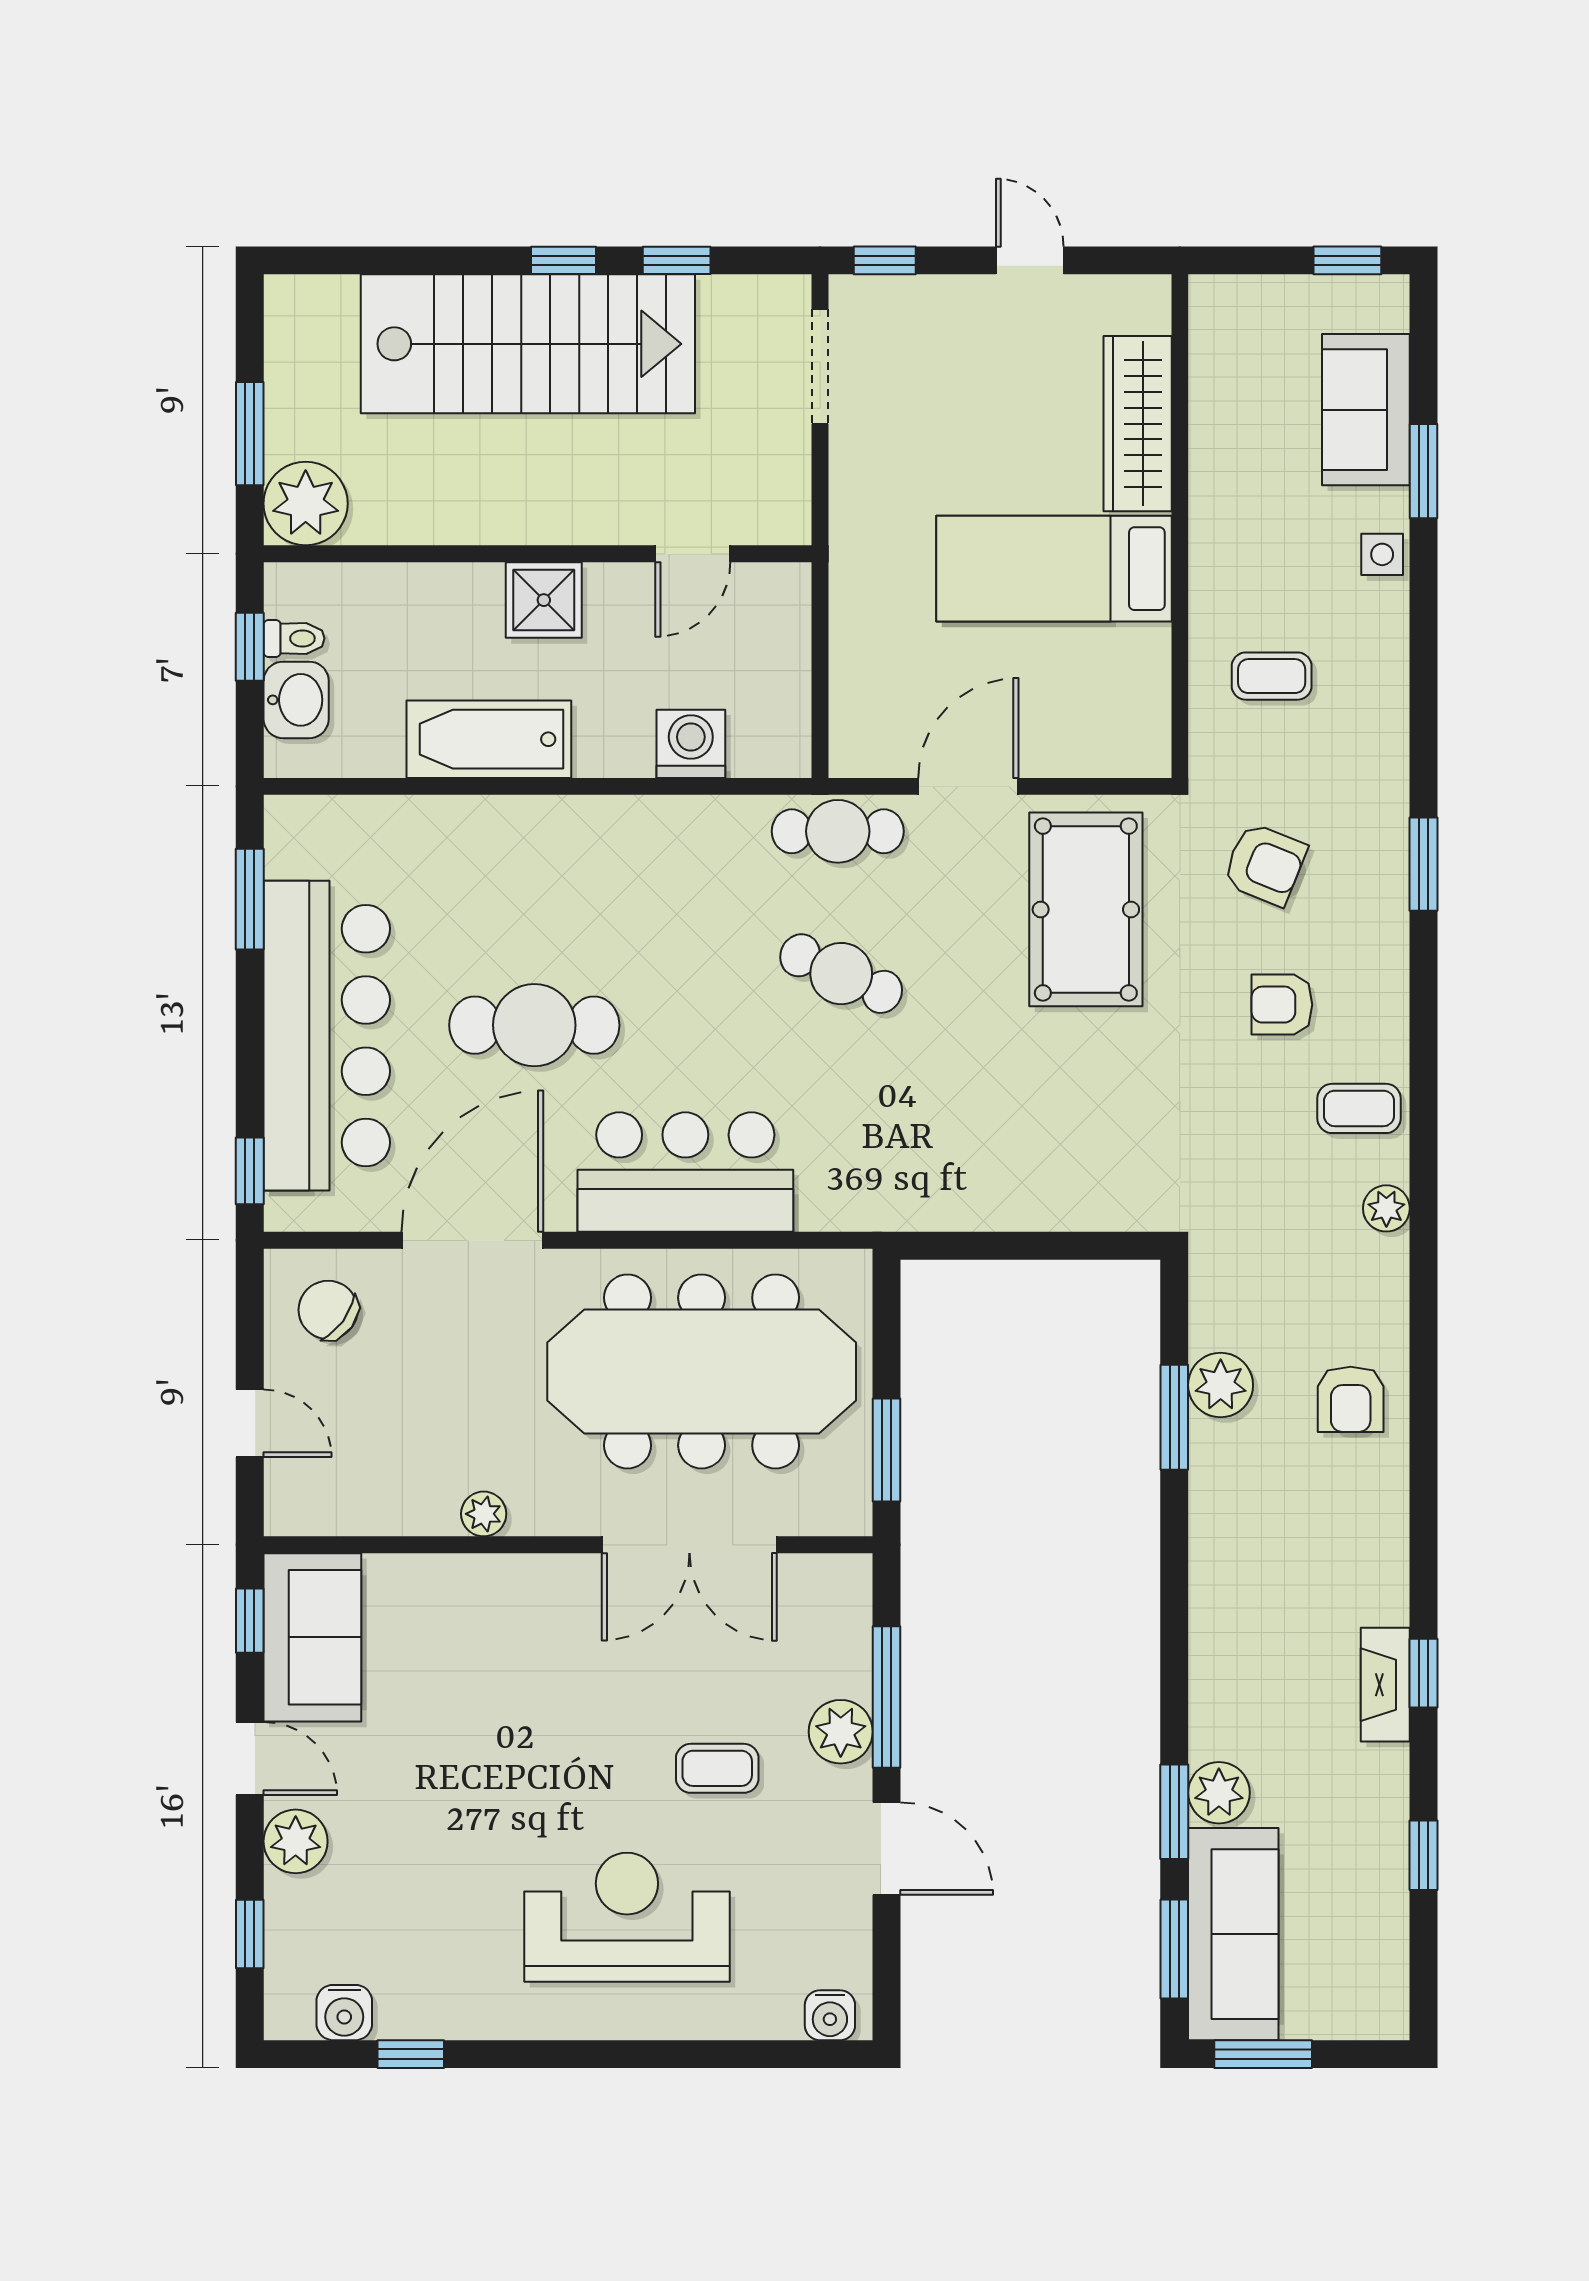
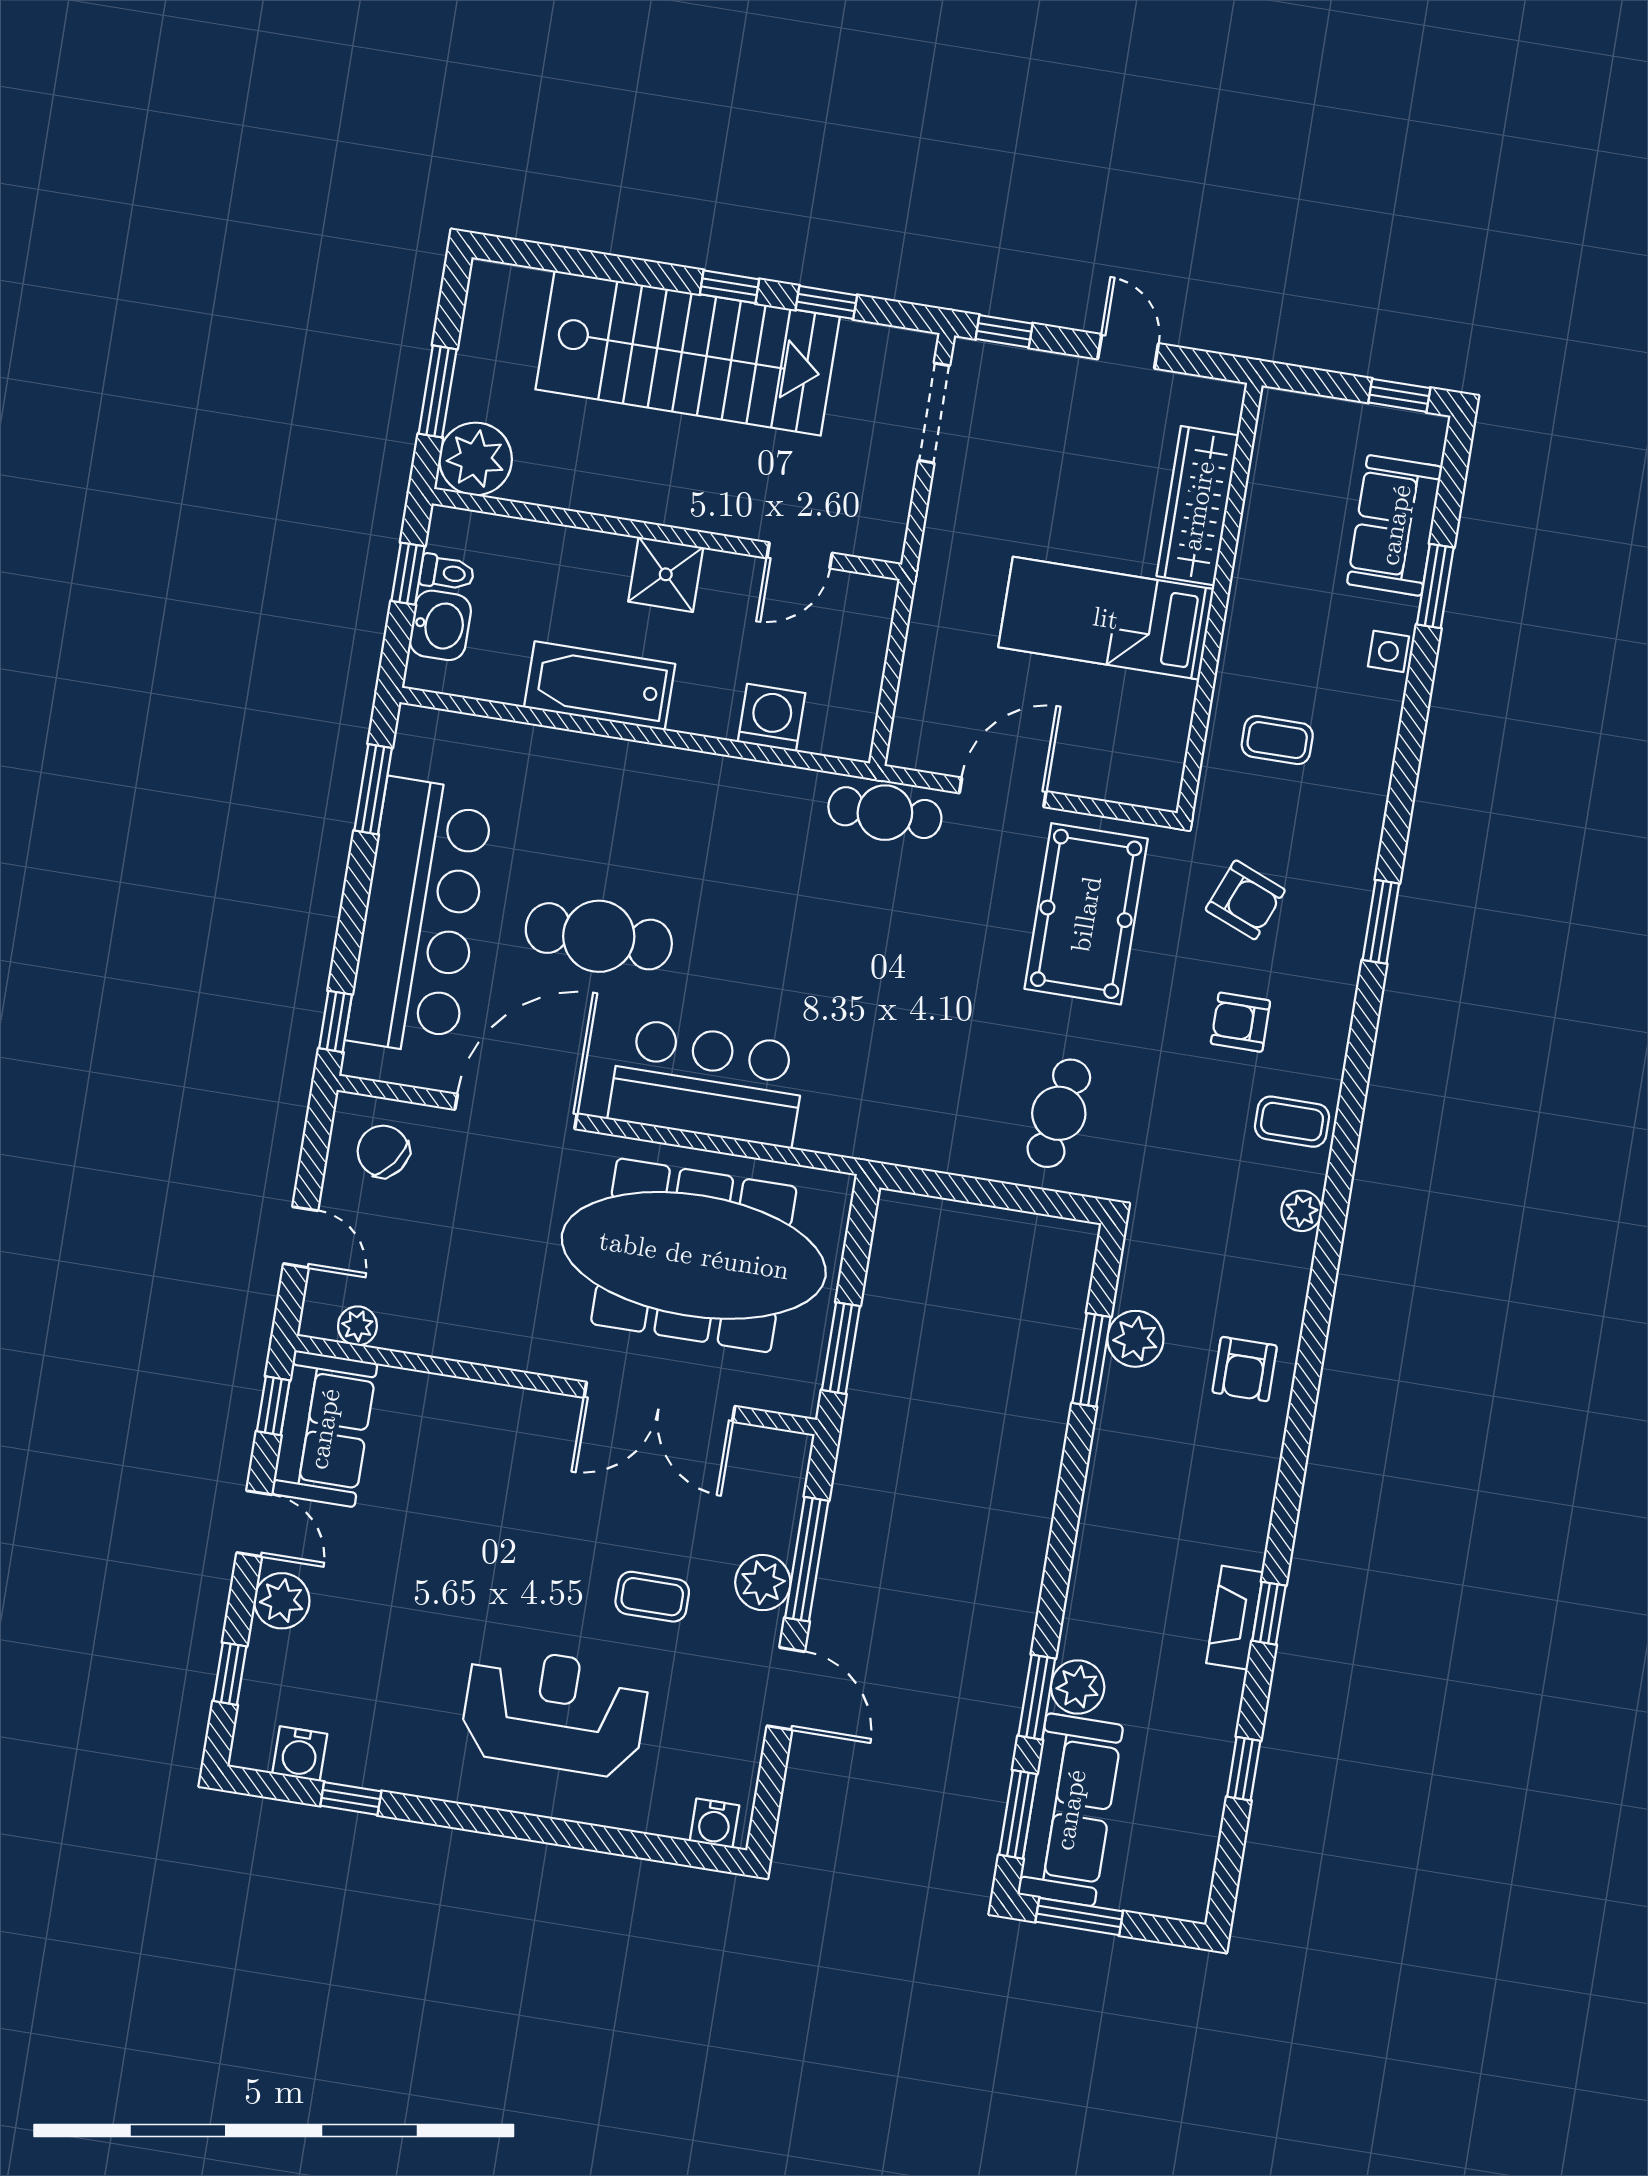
cafe table: (841, 974) -> (1059, 1113), moved, turned 76
plant: (484, 1514) -> (357, 1326), moved

